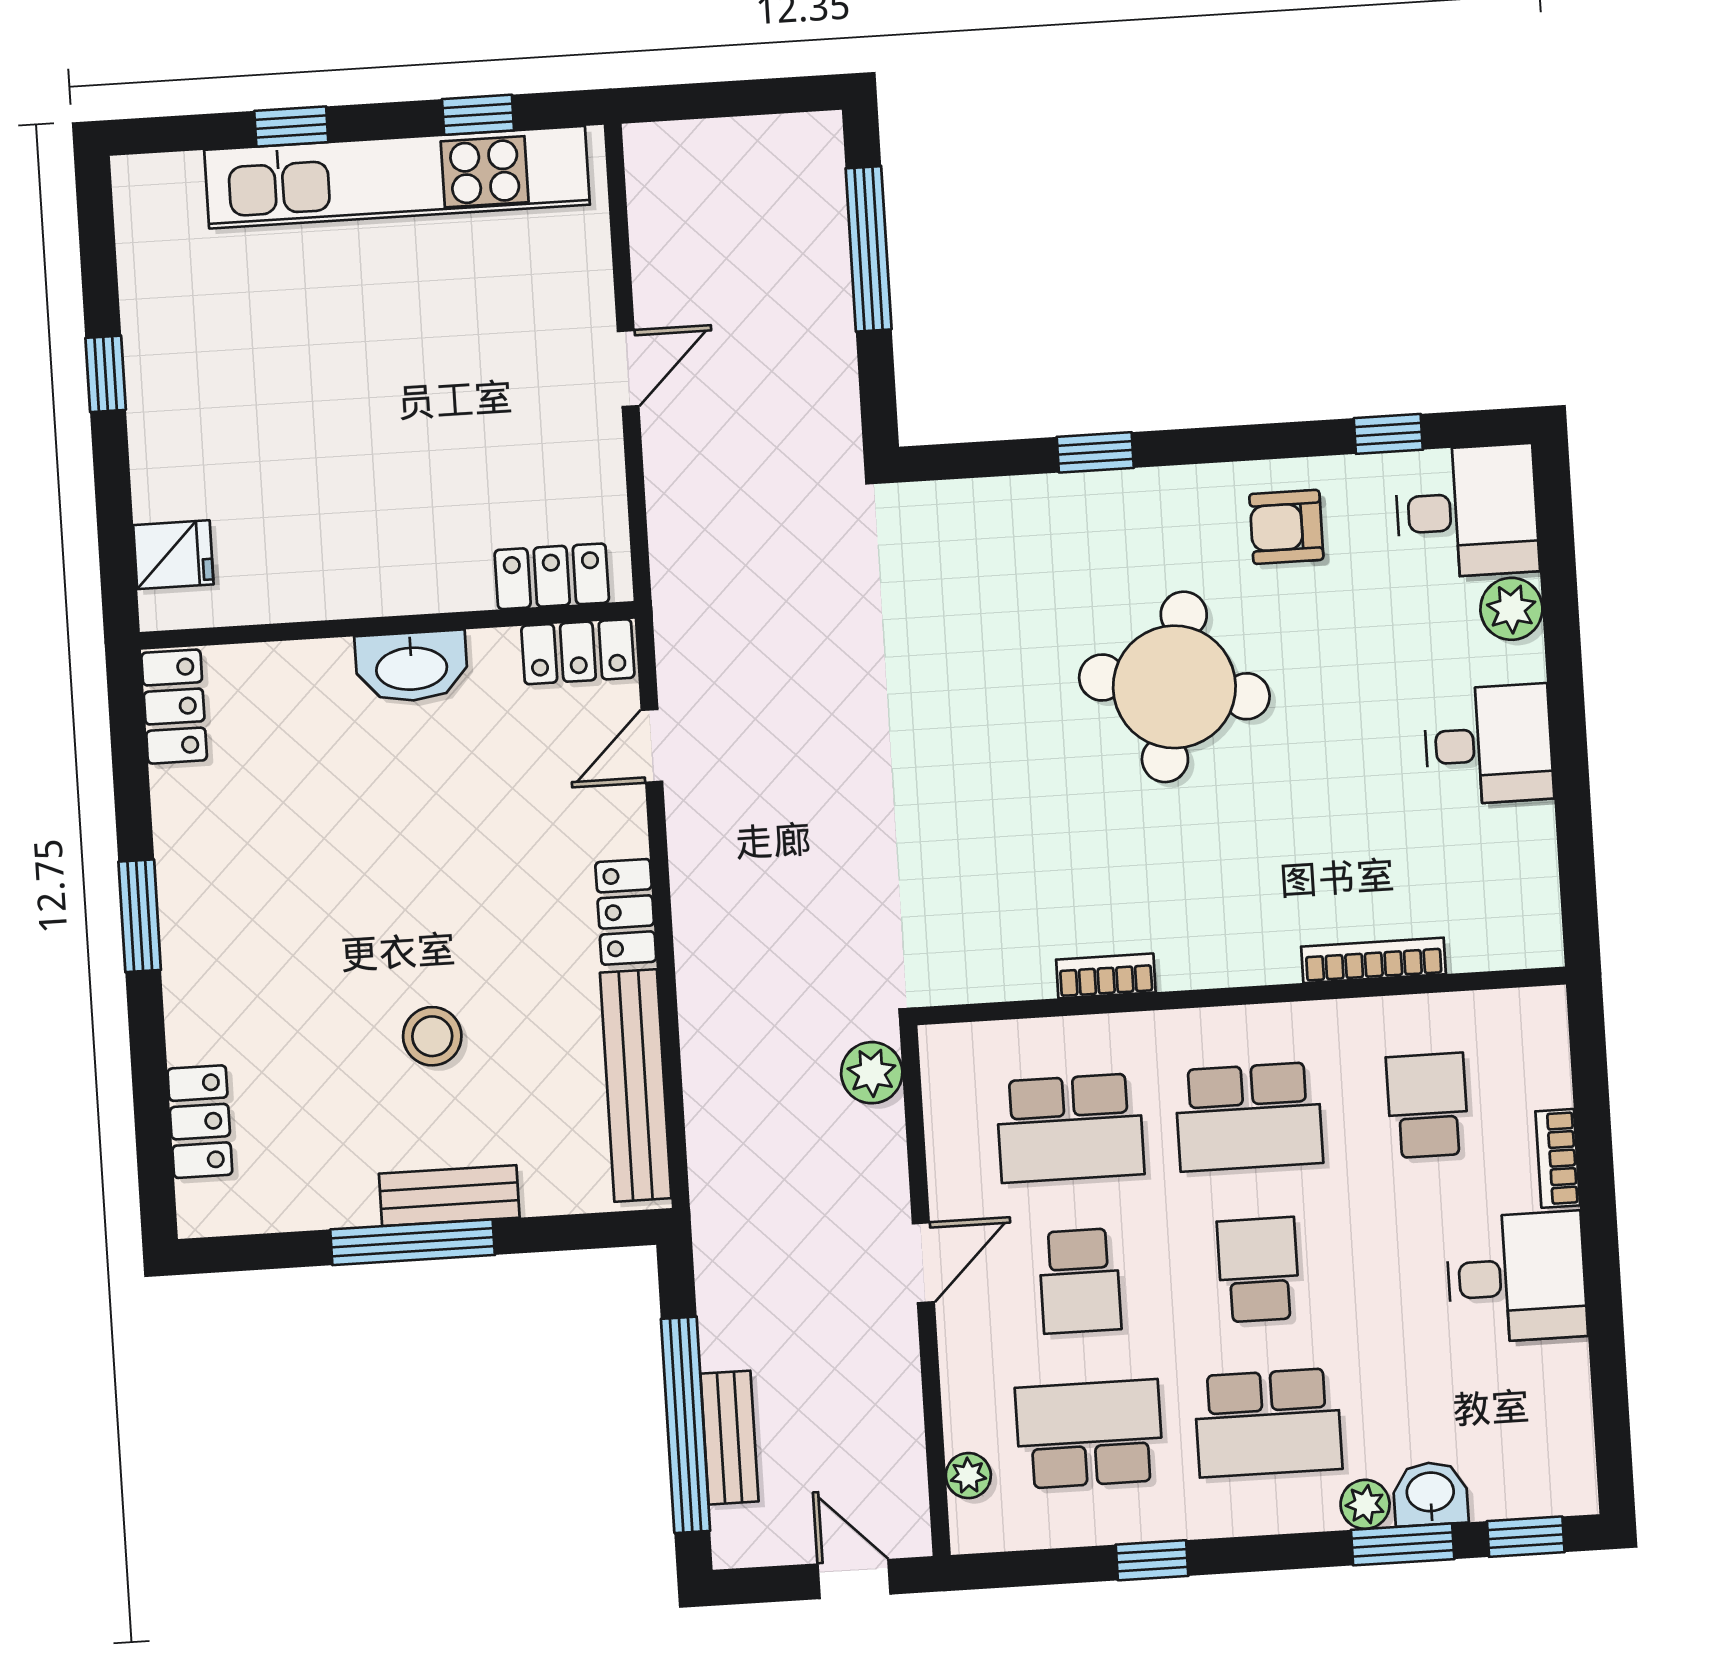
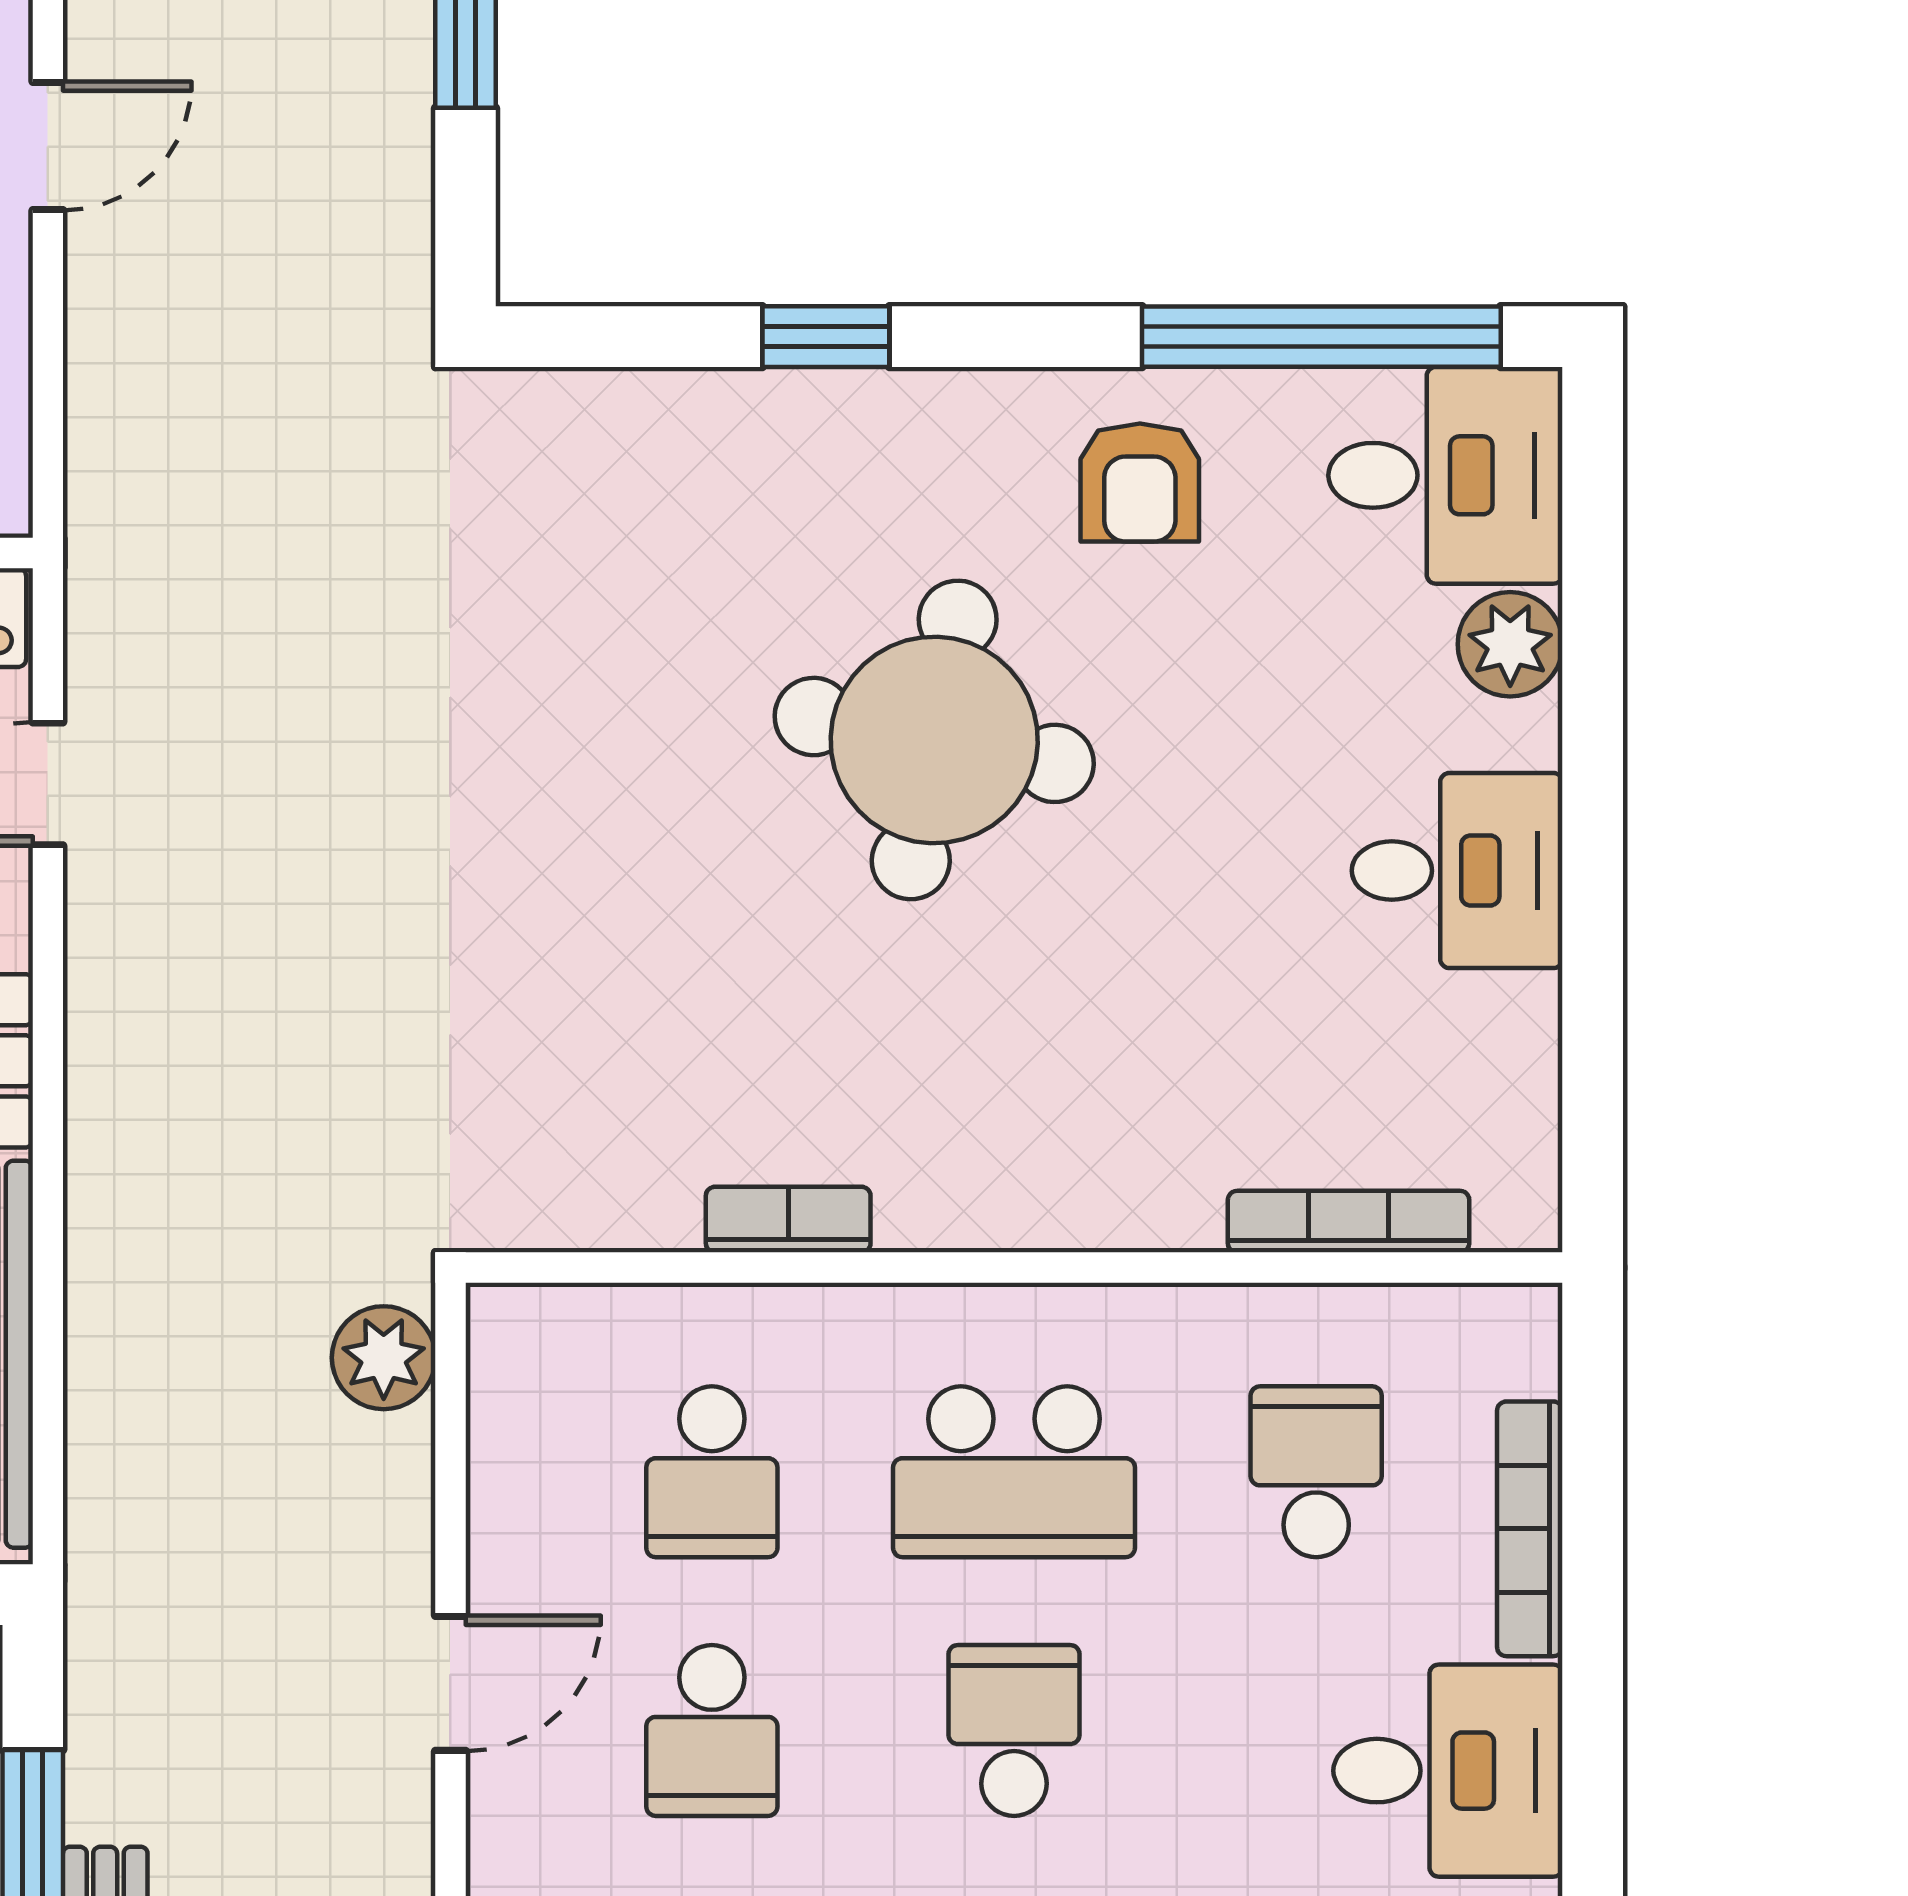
window: (1388, 434) -> (1321, 337), width x3.17
armchair: (1286, 527) -> (1140, 482), turned -90
bookcase: (1373, 960) -> (1349, 1222), moved
school desk: (1070, 1128) -> (712, 1472), width x0.54
bookcase: (1558, 1158) -> (1530, 1529), width x1.56

